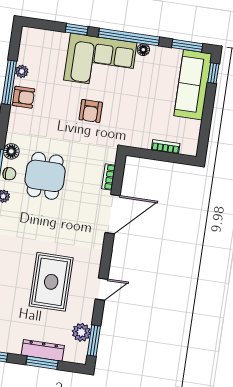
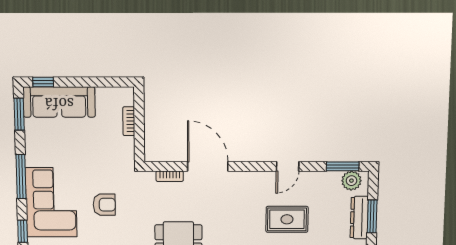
window: (129, 37) -> (21, 177), width x0.68
floor lamp: (143, 50) -> (31, 160), removed
rug: (51, 282) -> (287, 219), width x0.73, depth x0.70
door: (102, 289) -> (288, 166), swing flipped
plant: (81, 332) -> (351, 181), moved

